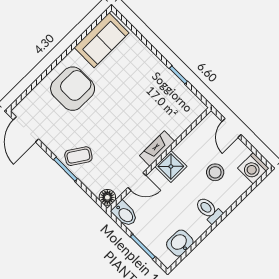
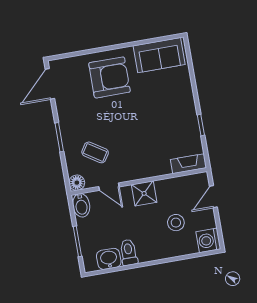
fireplace: (157, 148) -> (189, 164), moved
coffee table: (78, 156) -> (95, 152), moved
toilet: (209, 210) -> (129, 252), moved

